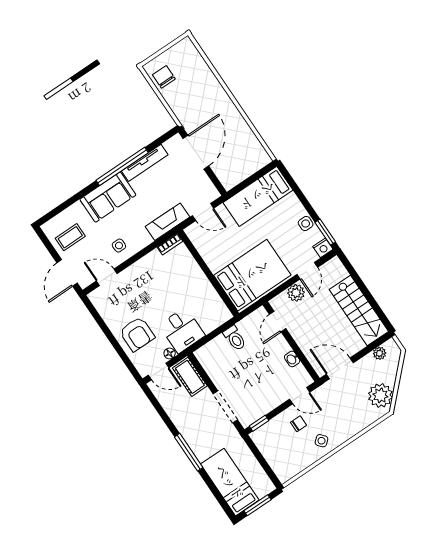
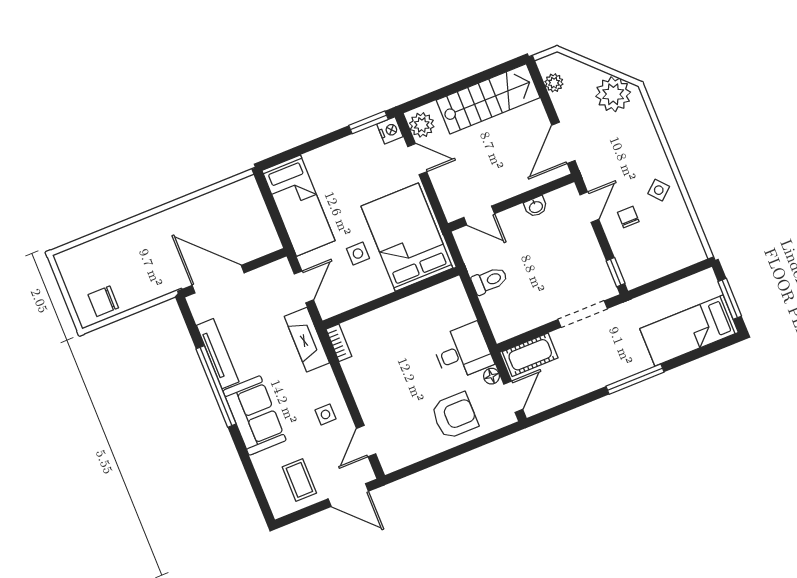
side table: (306, 223) -> (358, 254), moved
plant: (296, 293) -> (422, 125), moved

